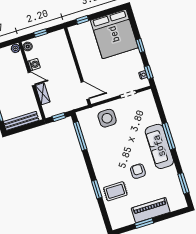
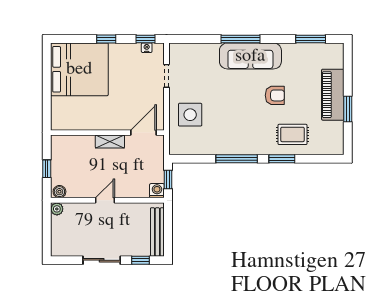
window: (82, 20) -> (47, 106), removed
washing machine: (34, 65) -> (157, 191), moved
shelving: (43, 94) -> (110, 142), moved
window: (80, 136) -> (237, 159), moved
armchair: (138, 171) -> (275, 95), turned 180
rug: (115, 191) -> (292, 134), turned 90

